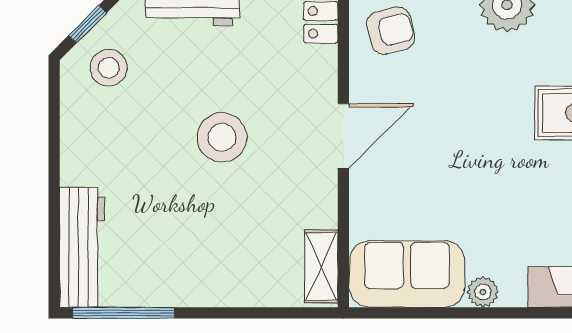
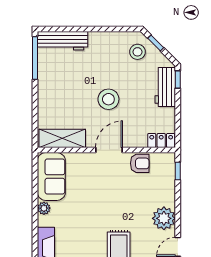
armchair: (391, 31) -> (140, 163), moved, turned -76
door: (343, 136) -> (109, 150), swing flipped
shelving: (321, 266) -> (62, 138), width x1.50, depth x1.33

